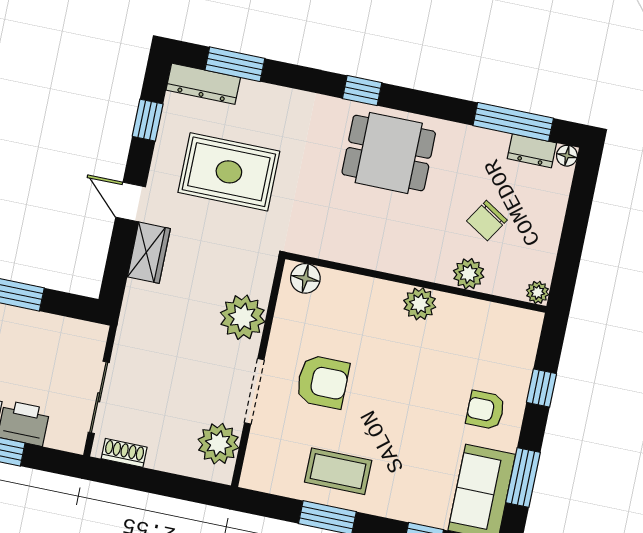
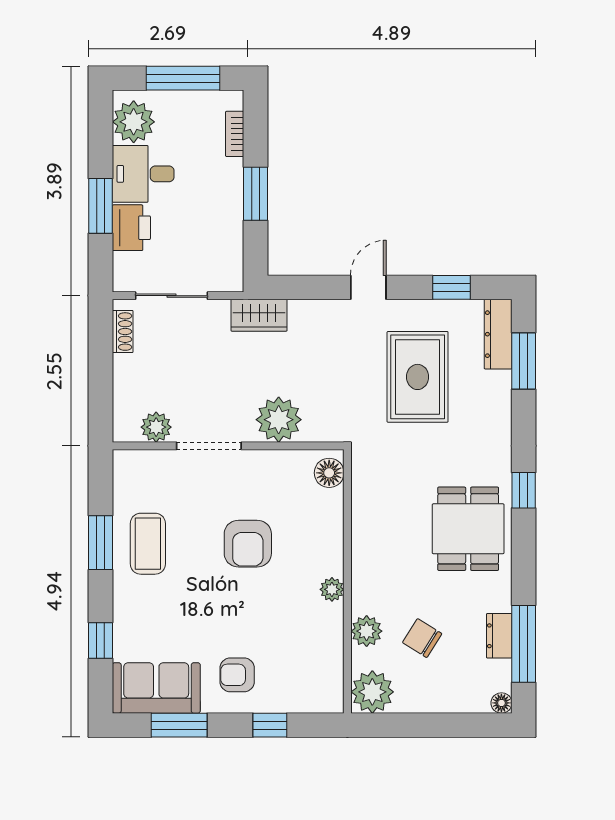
dresser: (532, 151) -> (499, 636), moved
wardrobe: (149, 253) -> (259, 315), moved
plant: (538, 292) -> (372, 692), width x1.88, depth x1.88
plant: (420, 304) -> (332, 589), width x0.73, depth x0.73
armchair: (323, 382) -> (248, 544), moved
armchair: (485, 410) -> (237, 675), turned -90
plant: (218, 444) -> (156, 427), width x0.73, depth x0.73

